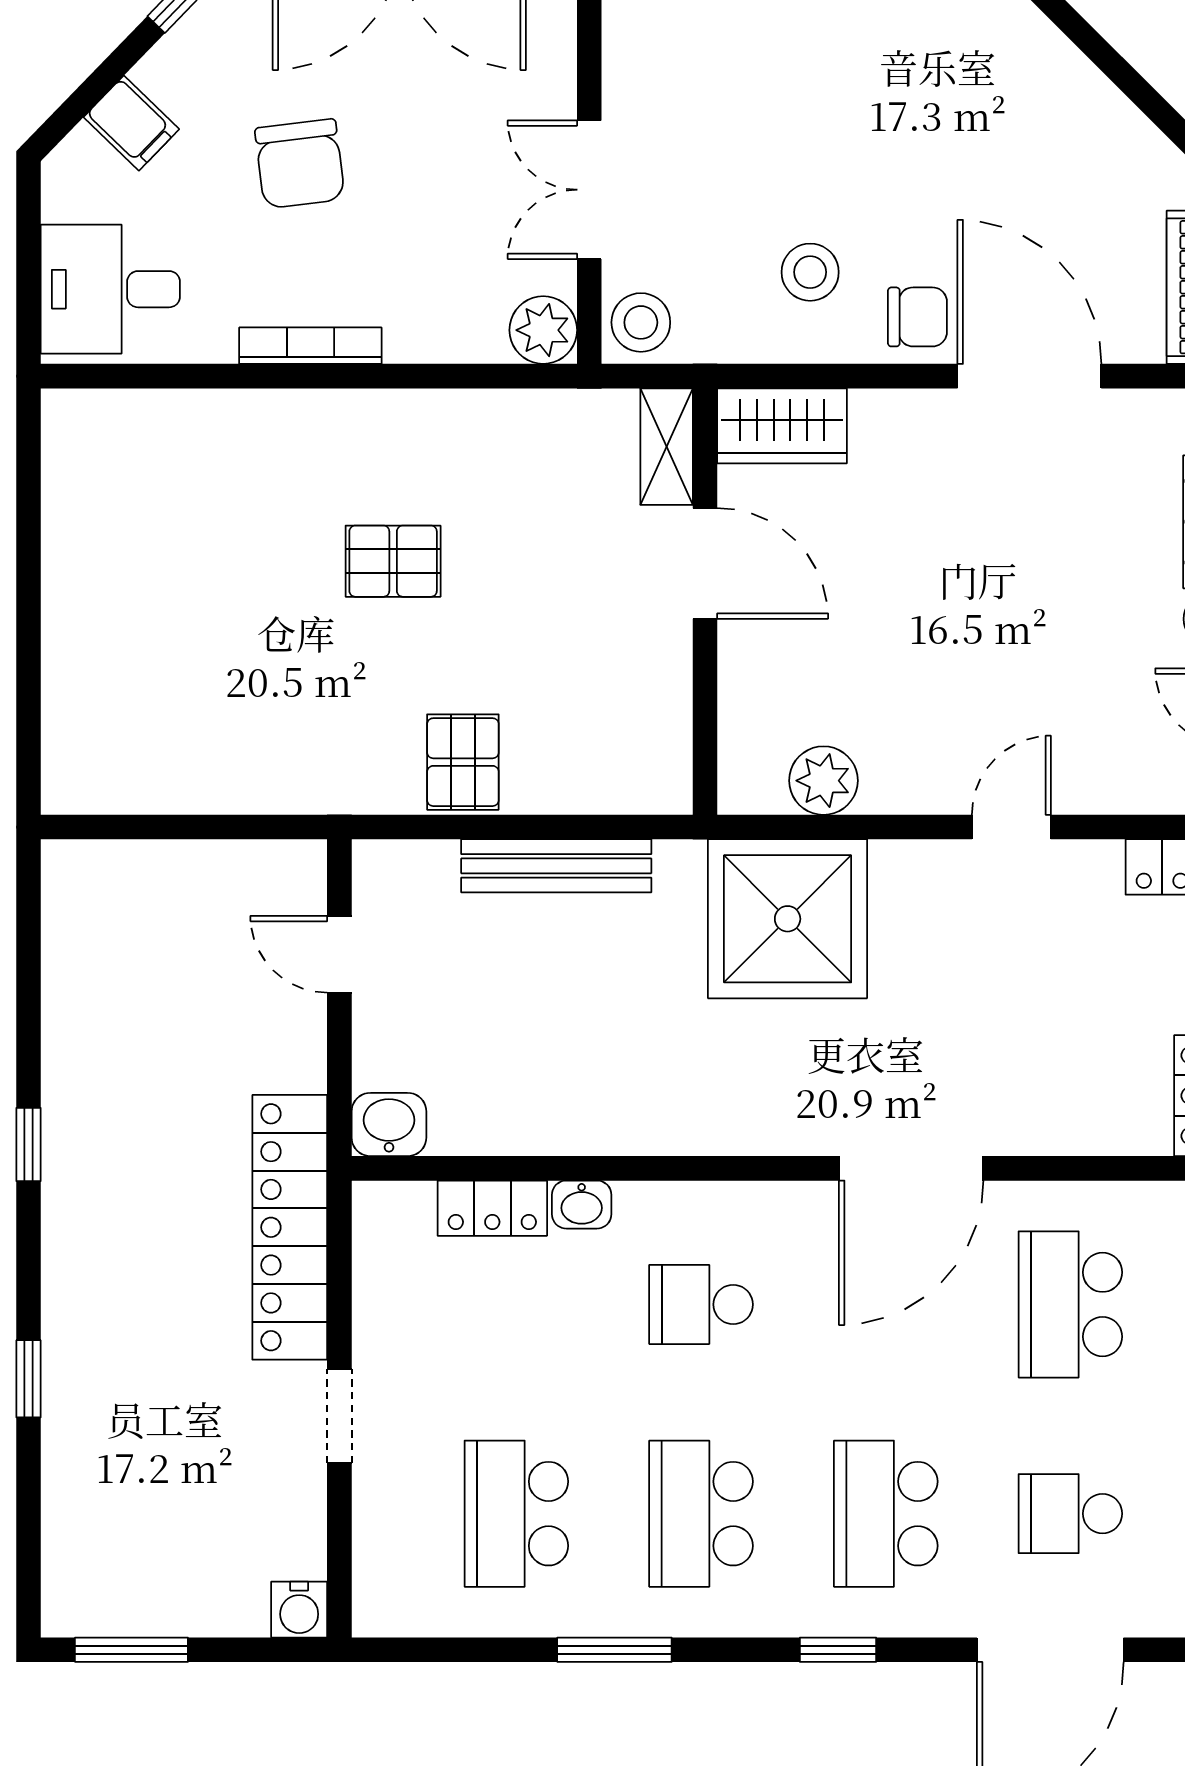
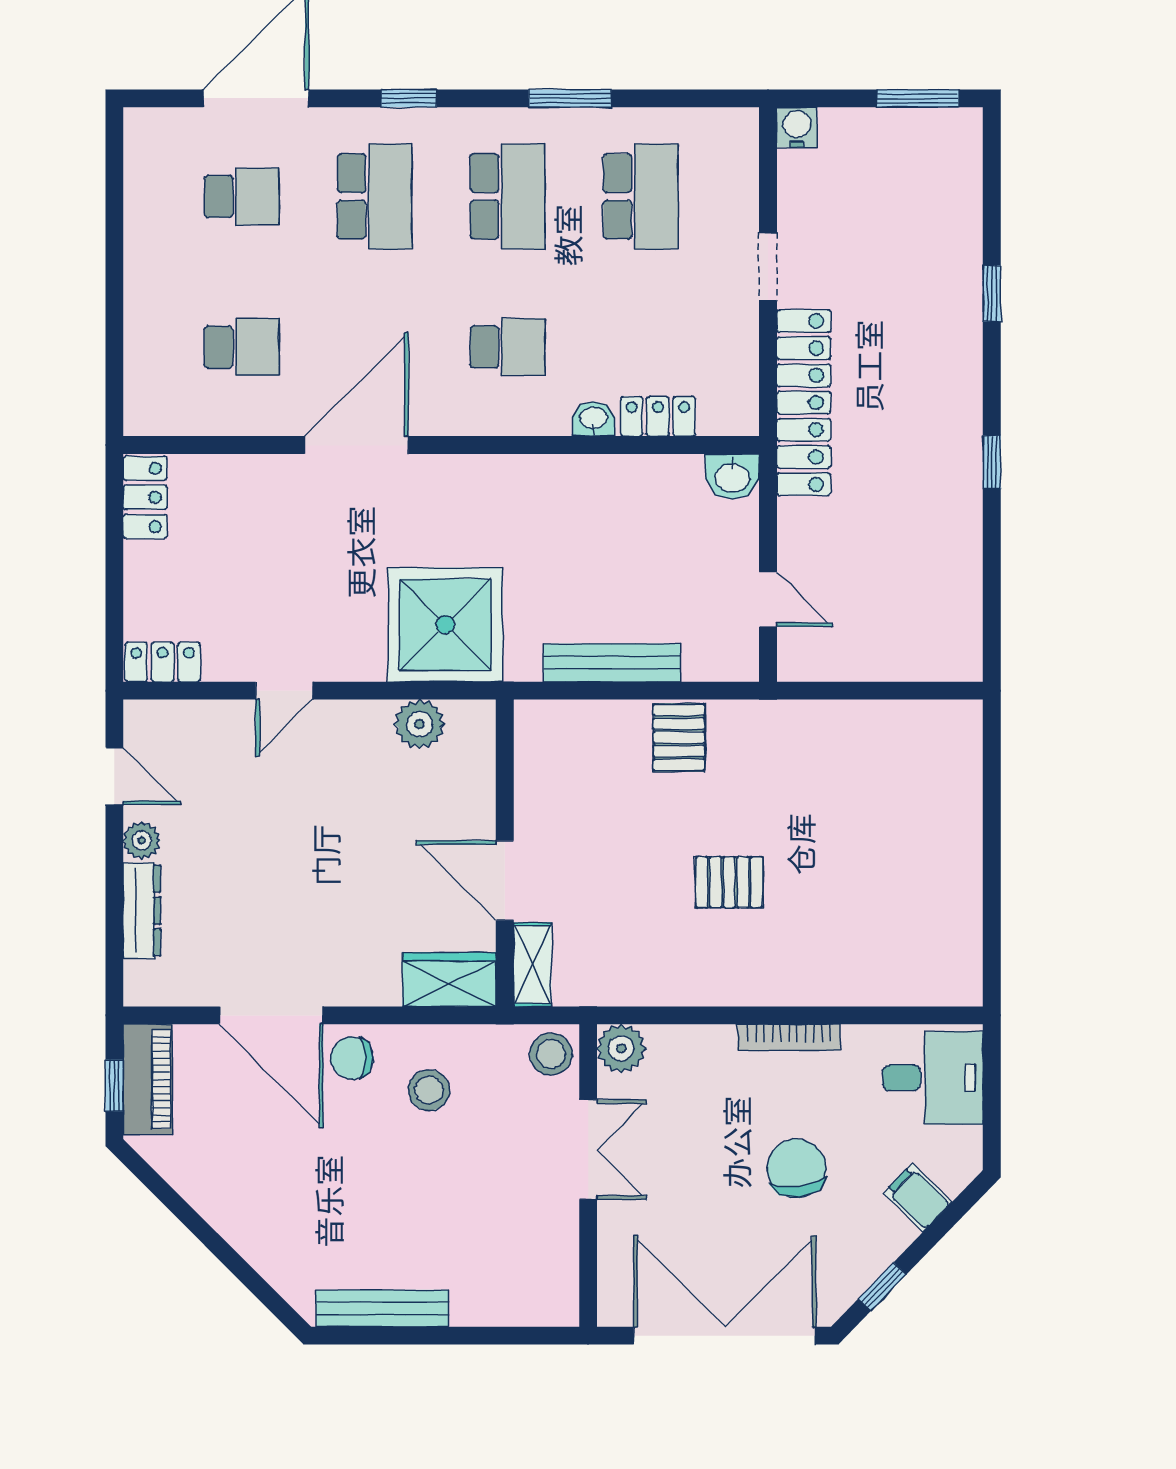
school desk: (1070, 1304) -> (242, 347), width x0.54

